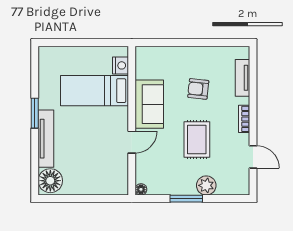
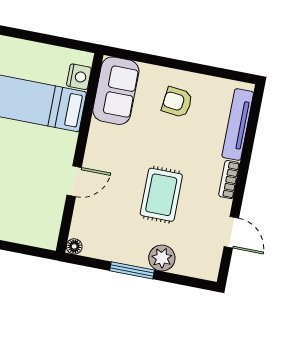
tv unit: (242, 78) -> (238, 124), width x1.41
armchair: (198, 89) -> (177, 102), moved
sofa: (149, 104) -> (116, 91), moved

